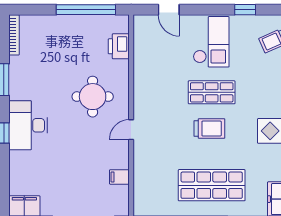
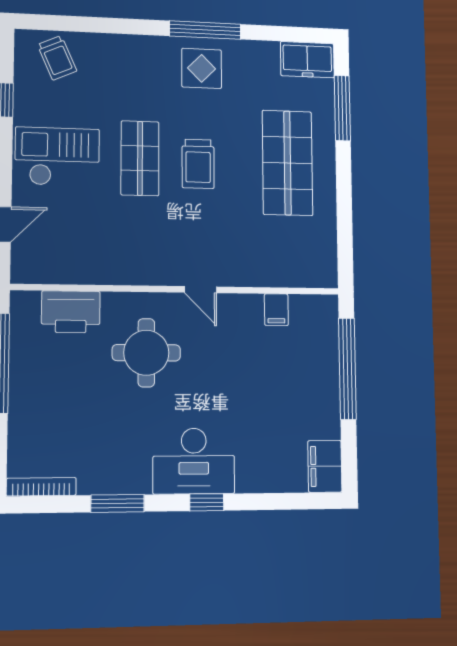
printer: (119, 46) -> (71, 312), width x1.37, depth x1.19
trolley: (209, 129) -> (198, 164), turned 180

